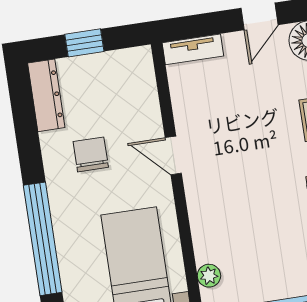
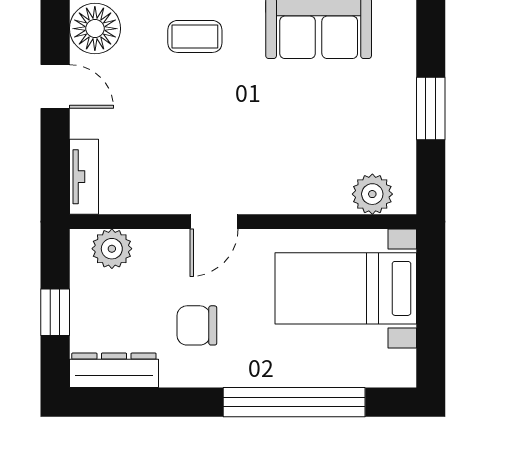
plant: (140, 79) -> (112, 249), added
plant: (209, 276) -> (372, 194), width x1.38, depth x1.38

